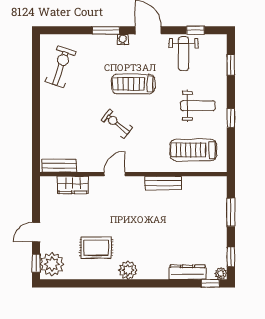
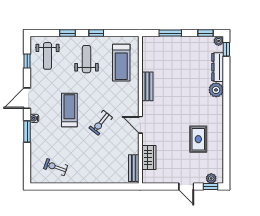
weight bench: (184, 54) -> (47, 56), moved, turned 90
window: (231, 65) -> (68, 33), moved
exercise bike: (61, 67) -> (56, 167), width x0.73, depth x0.72
treadmill: (133, 84) -> (69, 110), turned 180
plant: (52, 264) -> (211, 178), width x0.53, depth x0.53
plant: (128, 270) -> (216, 90), moved

